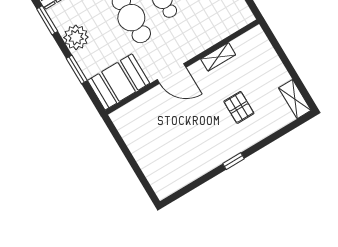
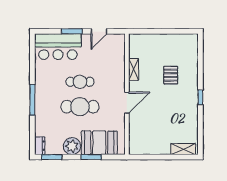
booth: (119, 82) -> (99, 143), moved, turned 90
shelving: (295, 99) -> (183, 149), moved
pallet: (239, 107) -> (171, 75), turned 90

